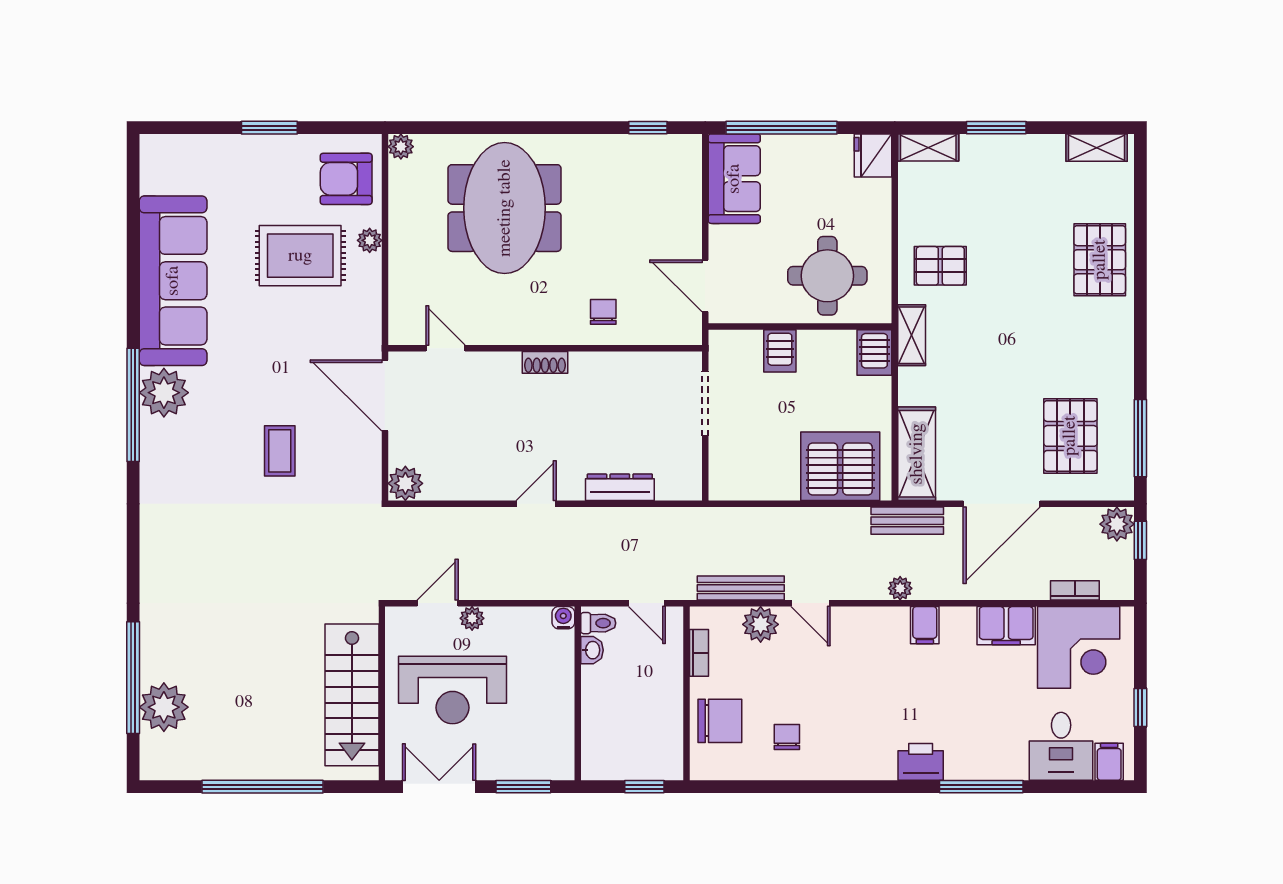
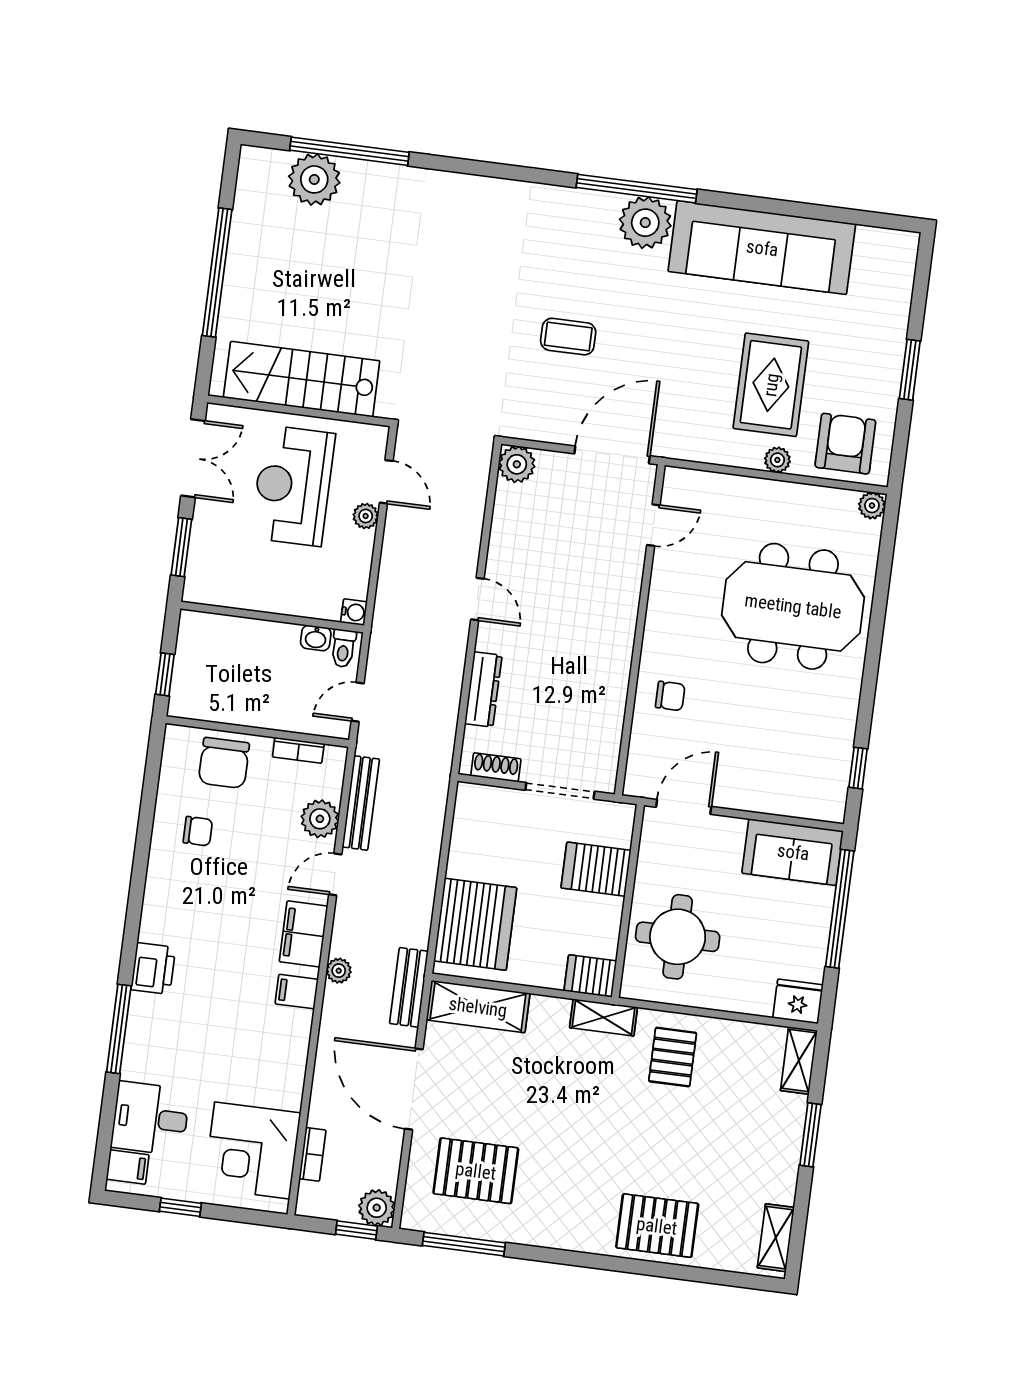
server rack: (780, 351) -> (596, 869), width x1.36, depth x1.44
shoe rack: (545, 362) -> (496, 767), moved, turned 90
filing cabinet: (1006, 626) -> (303, 934), moved

